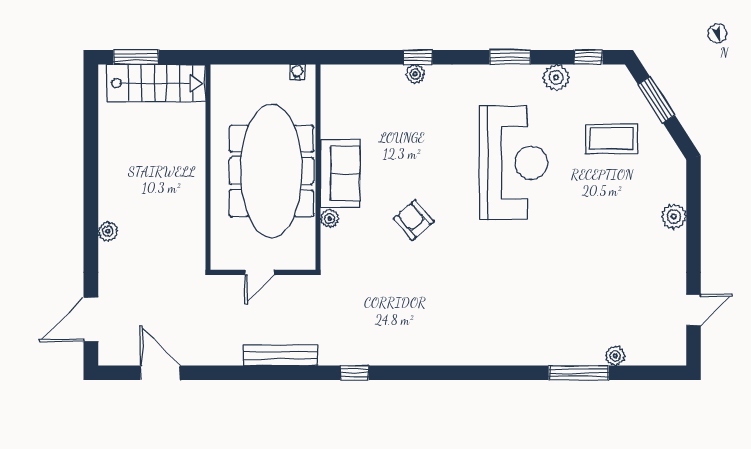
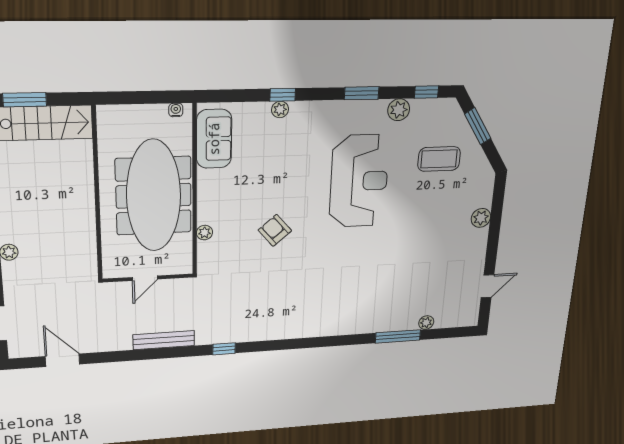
sofa: (340, 173) -> (214, 139), moved

